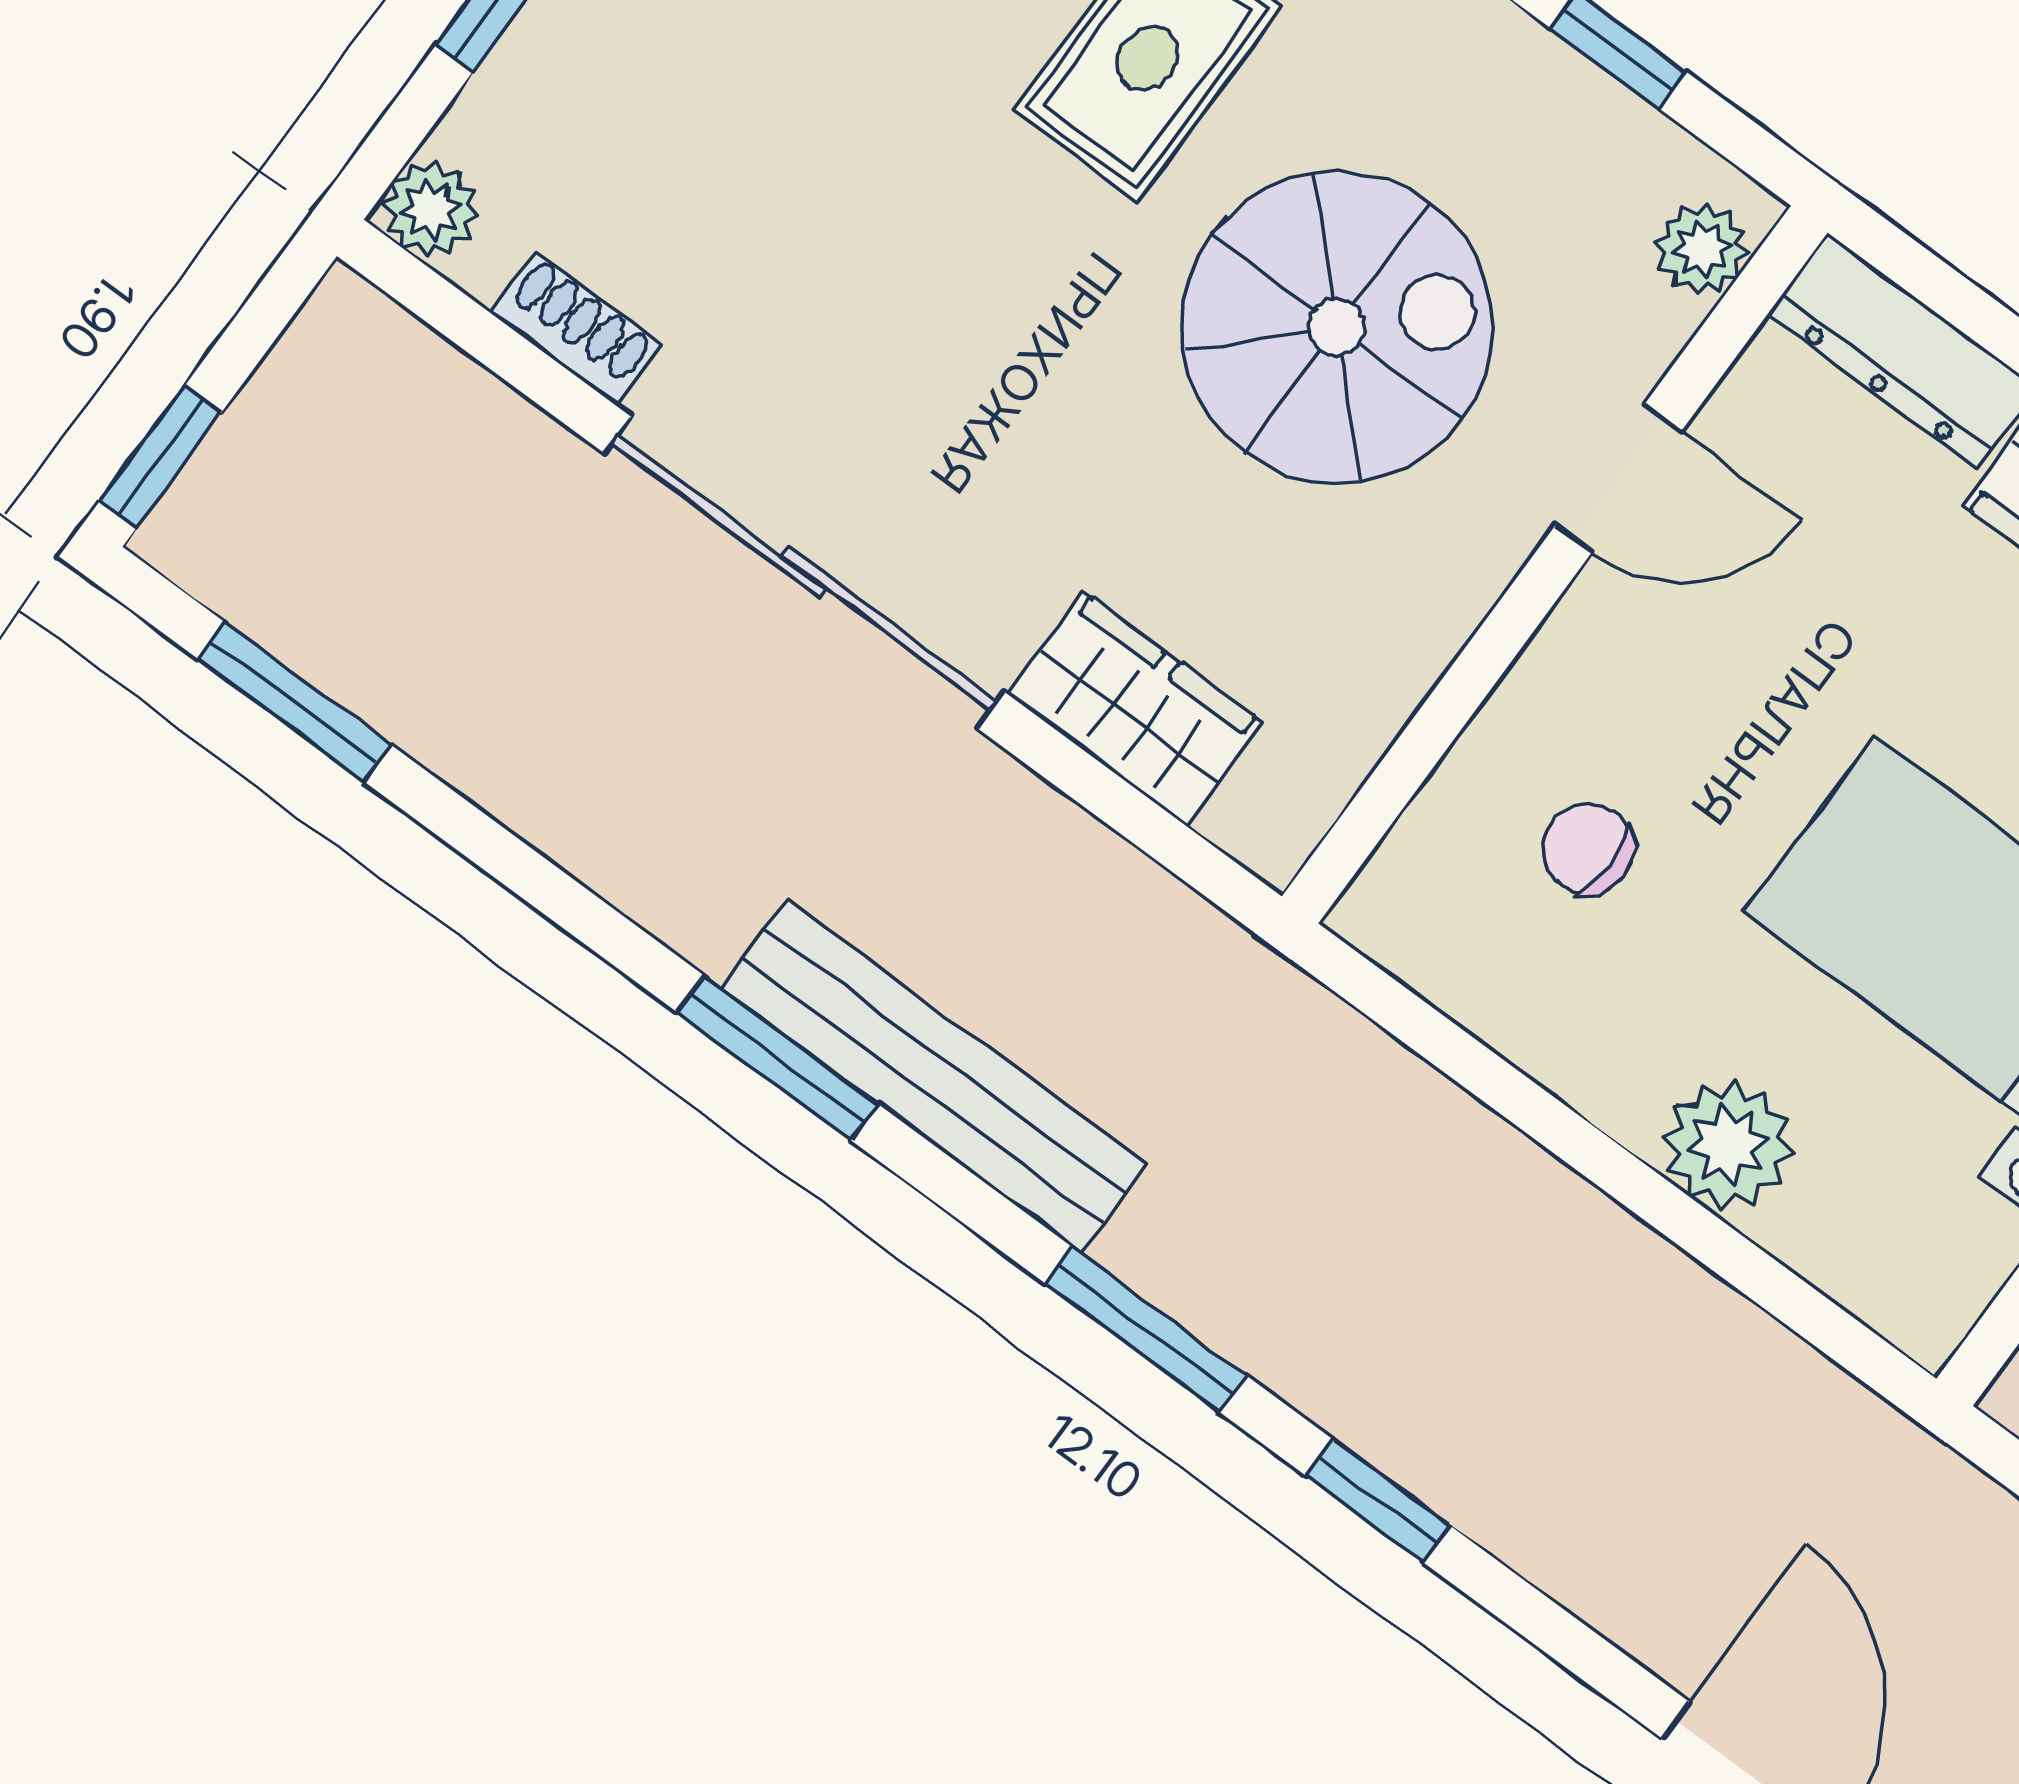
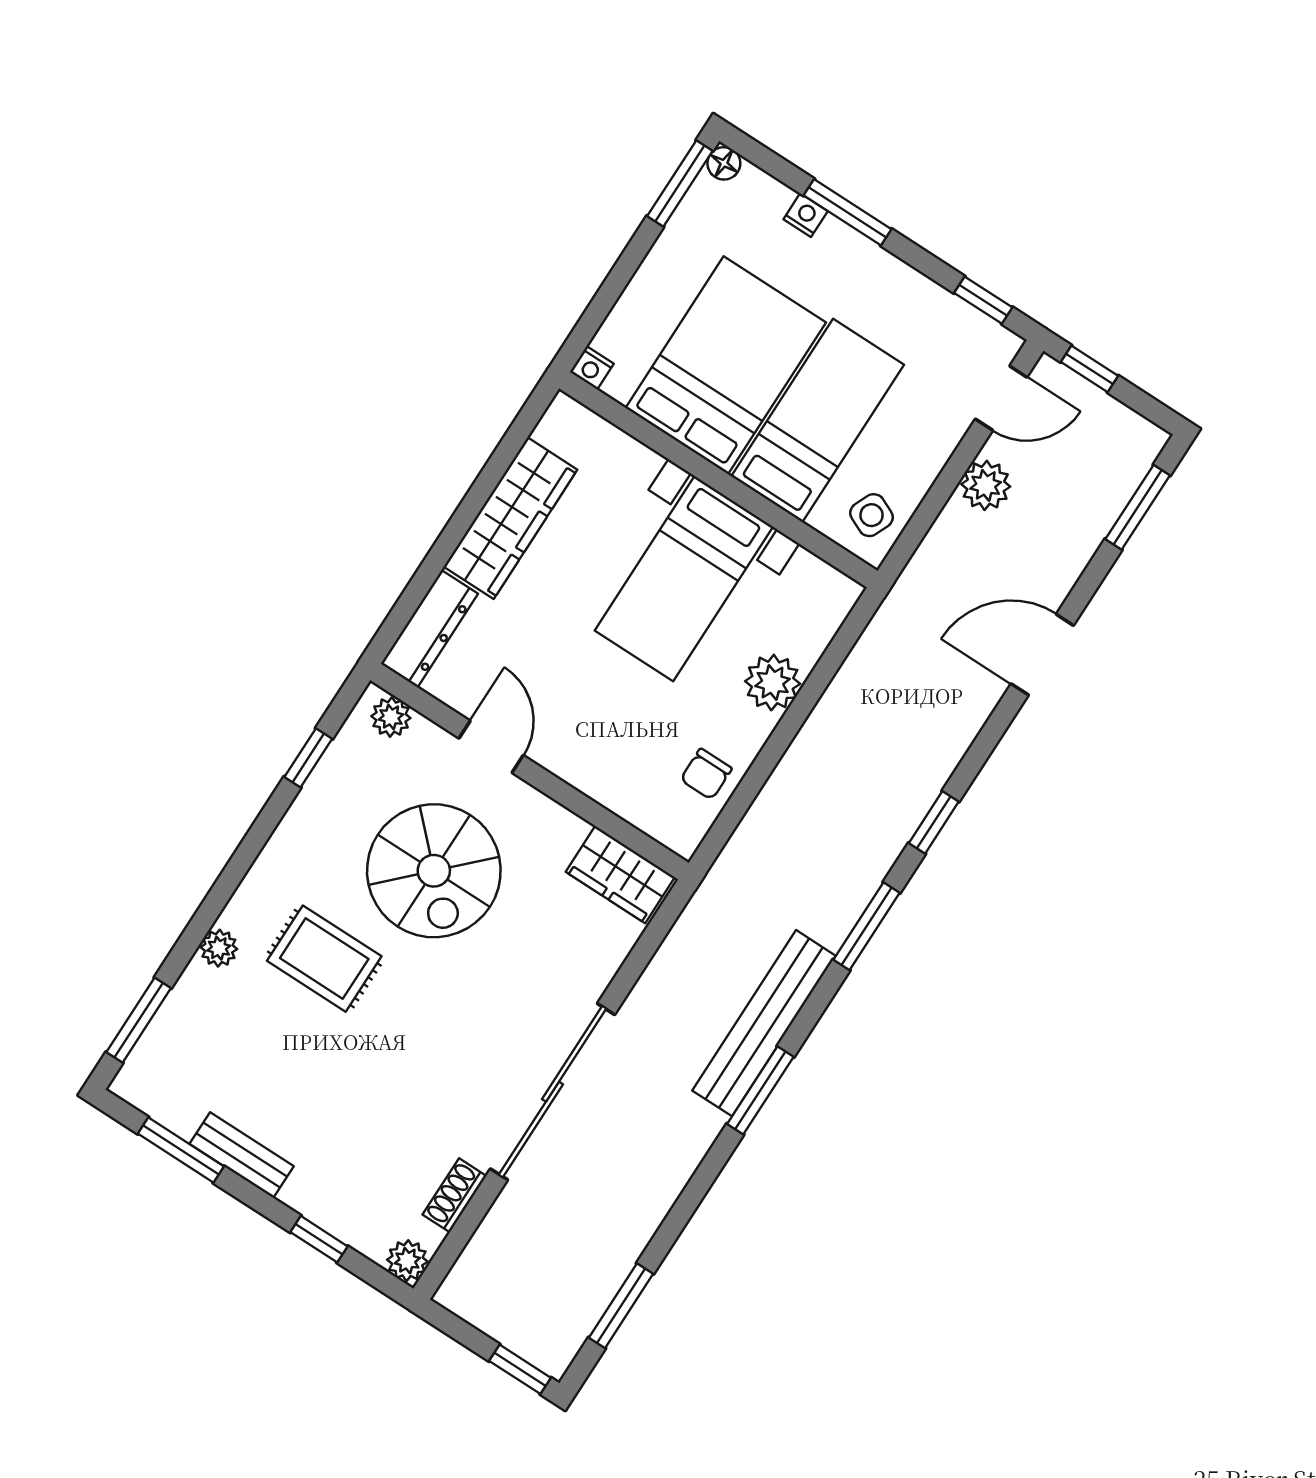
spiral stairs: (1337, 327) -> (434, 871), turned 180
wardrobe: (1135, 709) -> (620, 875), moved, turned -90
chair: (1588, 849) -> (706, 774), moved

